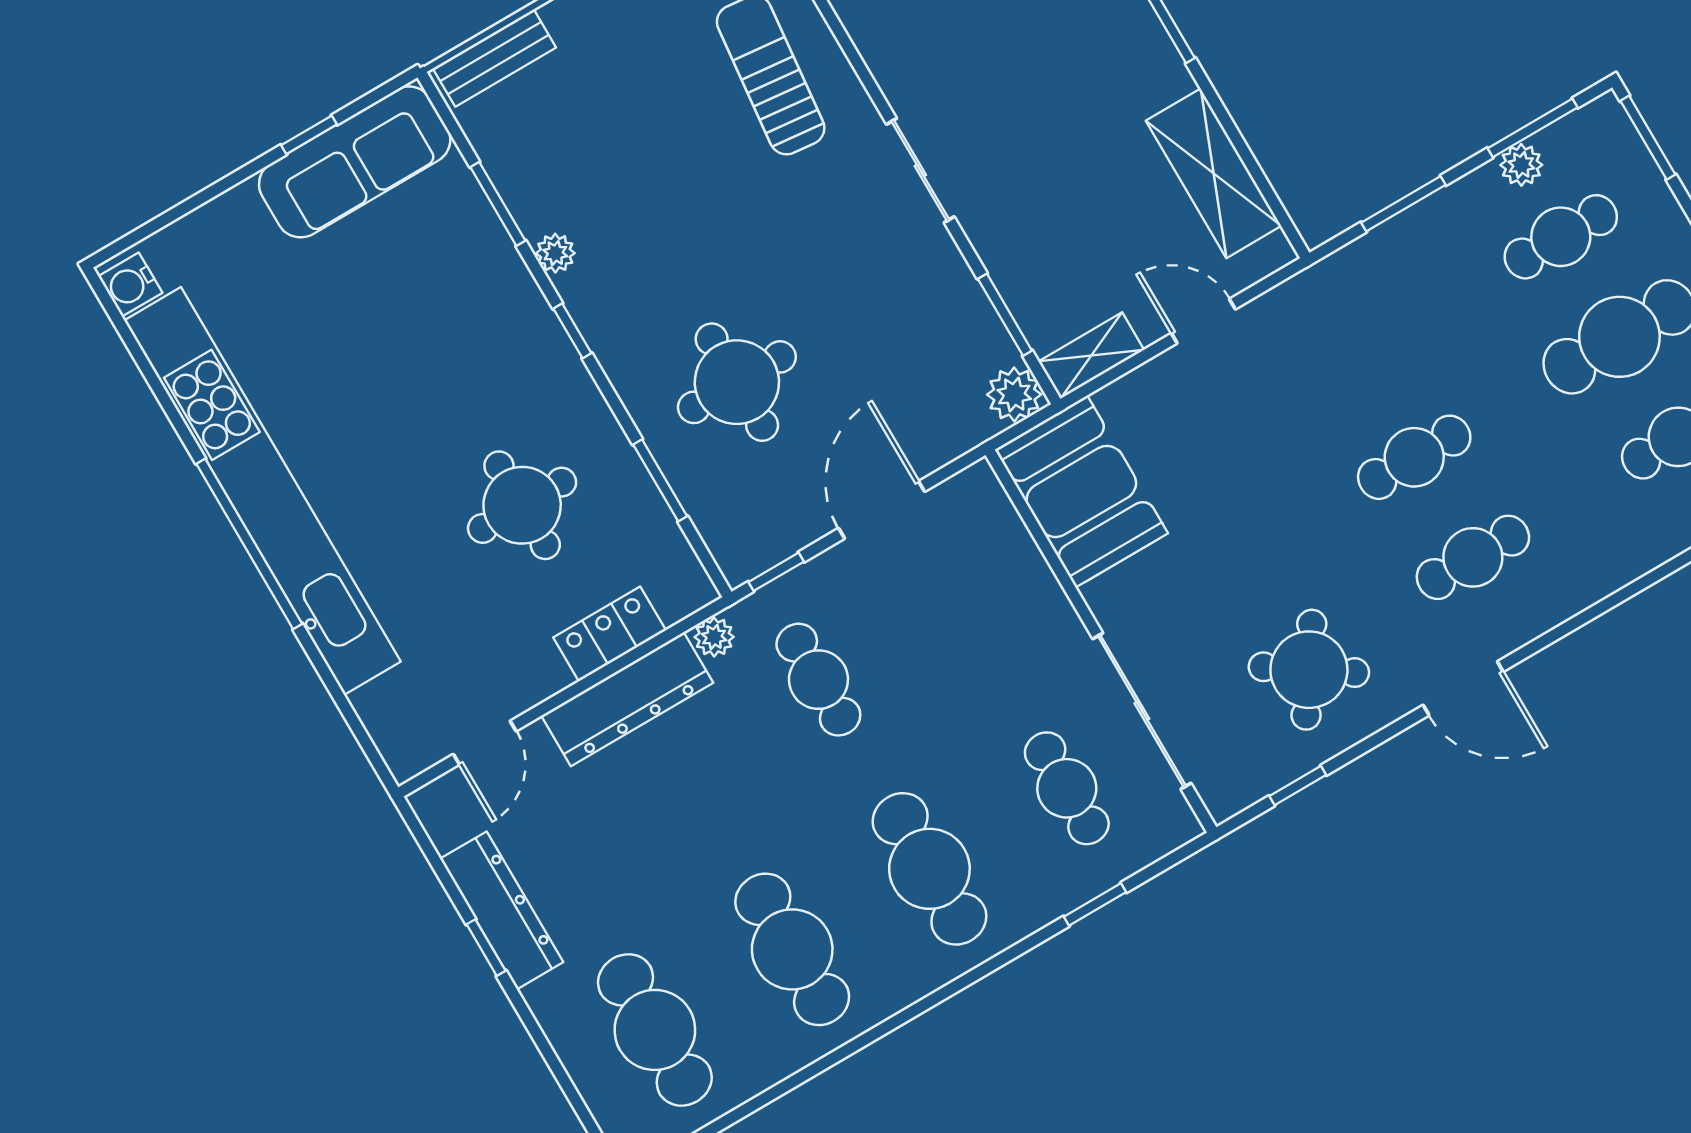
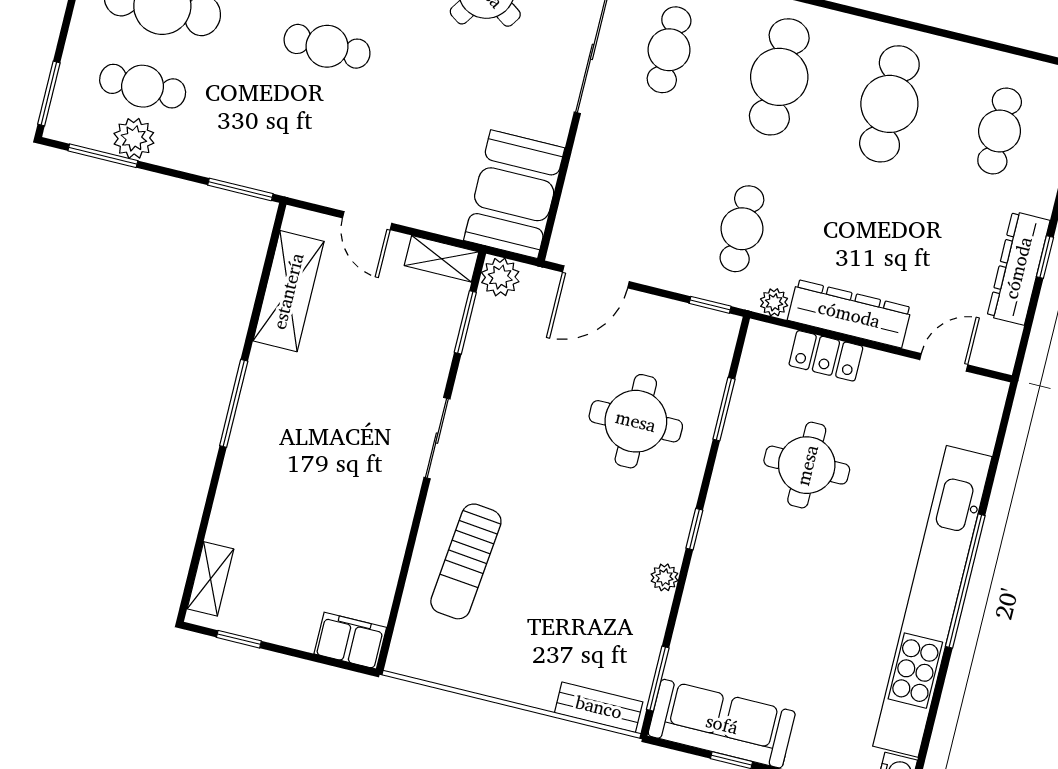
plant: (1521, 165) -> (134, 138), width x1.38, depth x1.38
window: (498, 204) -> (658, 679), moved
window: (1403, 204) -> (240, 189), moved
door: (882, 510) -> (596, 277), moved
cafe table: (655, 1030) -> (1000, 131), width x0.73, depth x0.74

